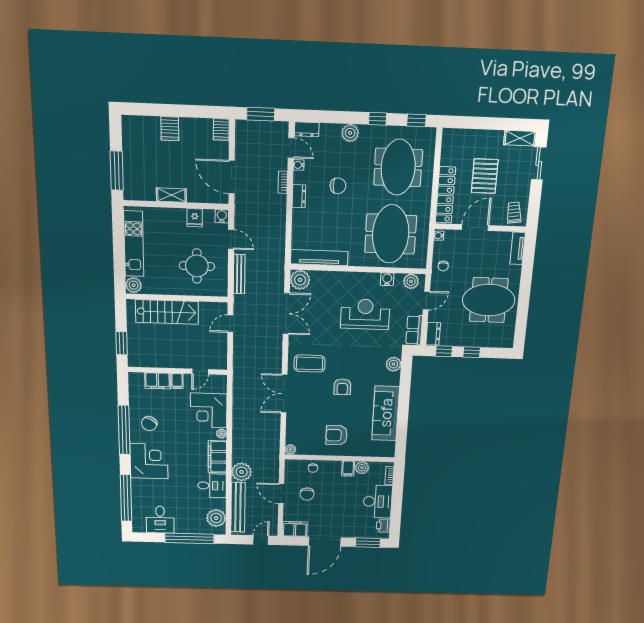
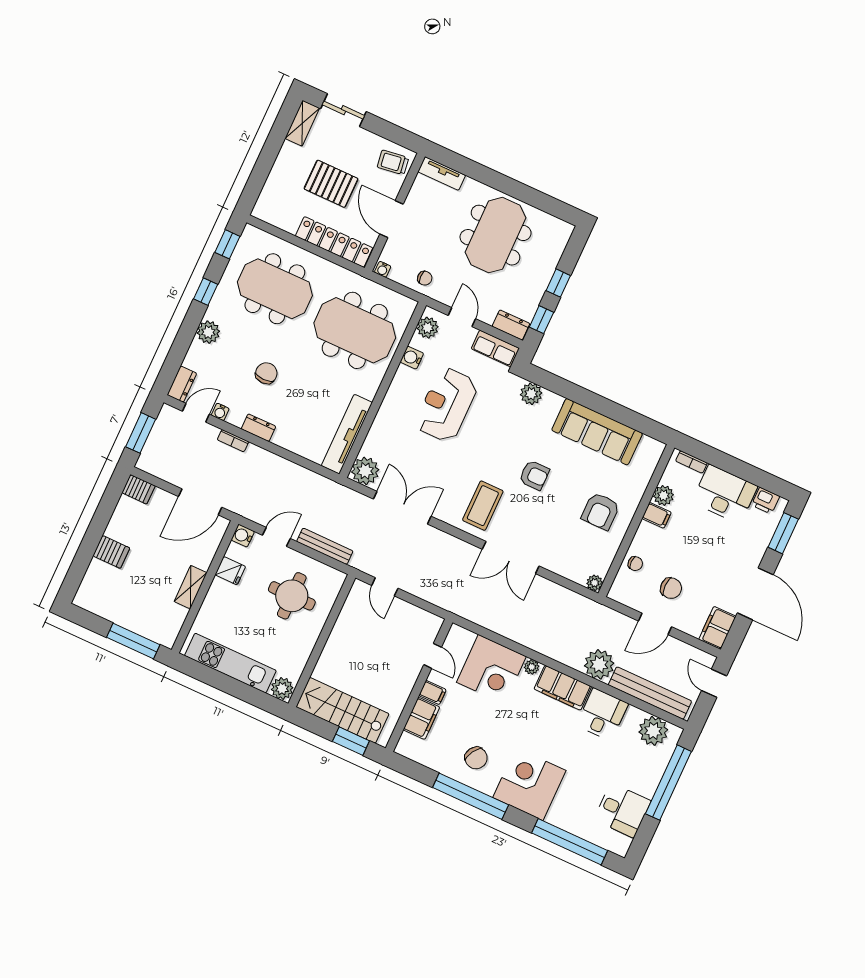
stairs: (167, 312) -> (342, 710), moved, turned -90

